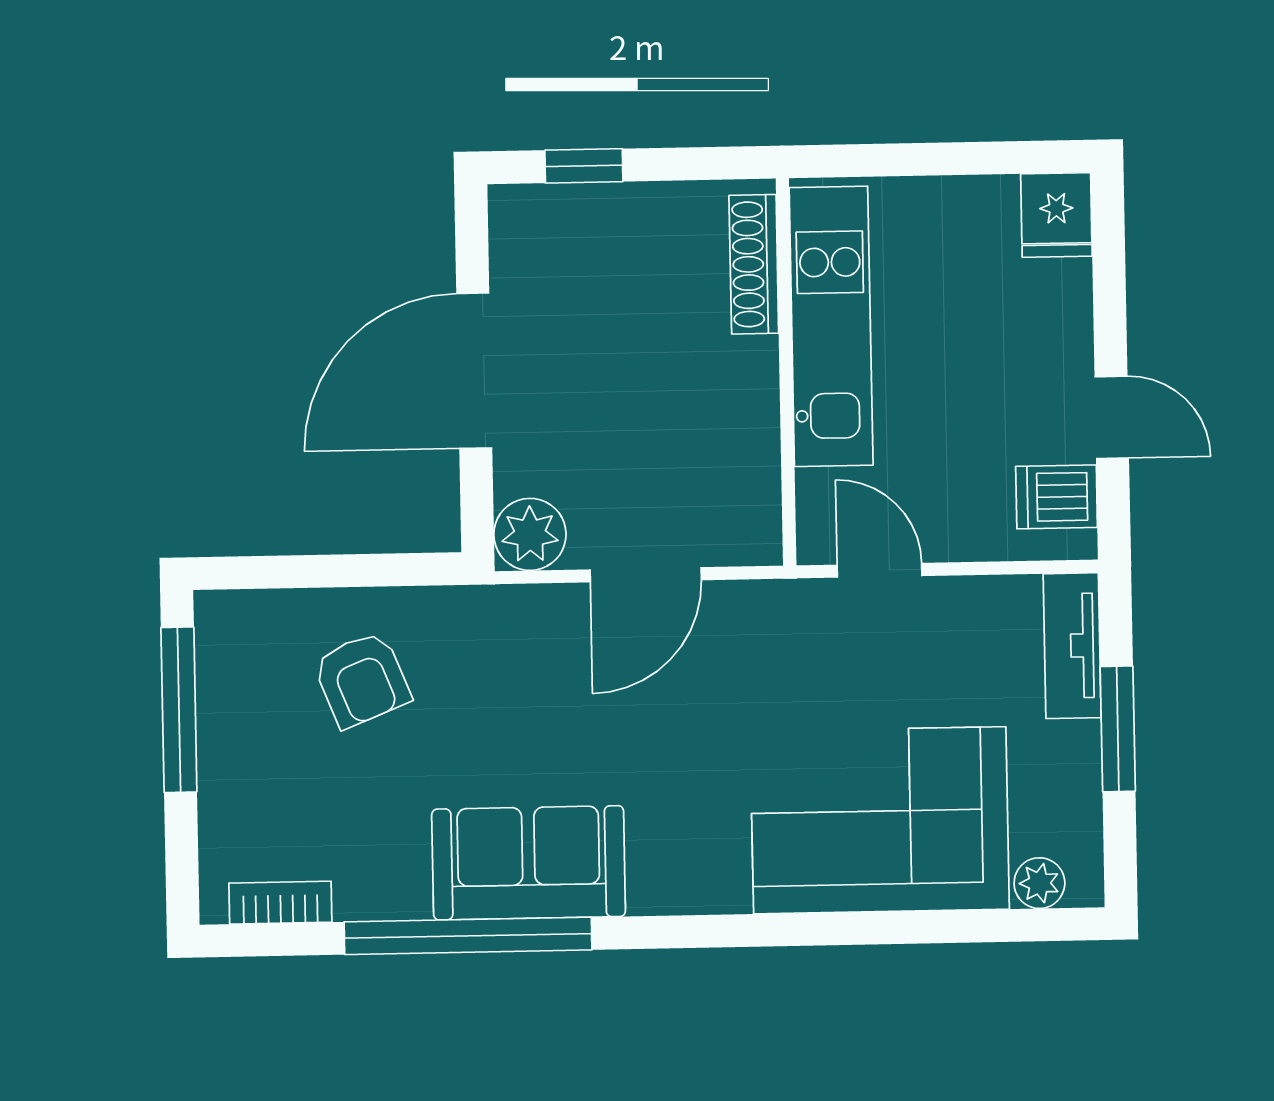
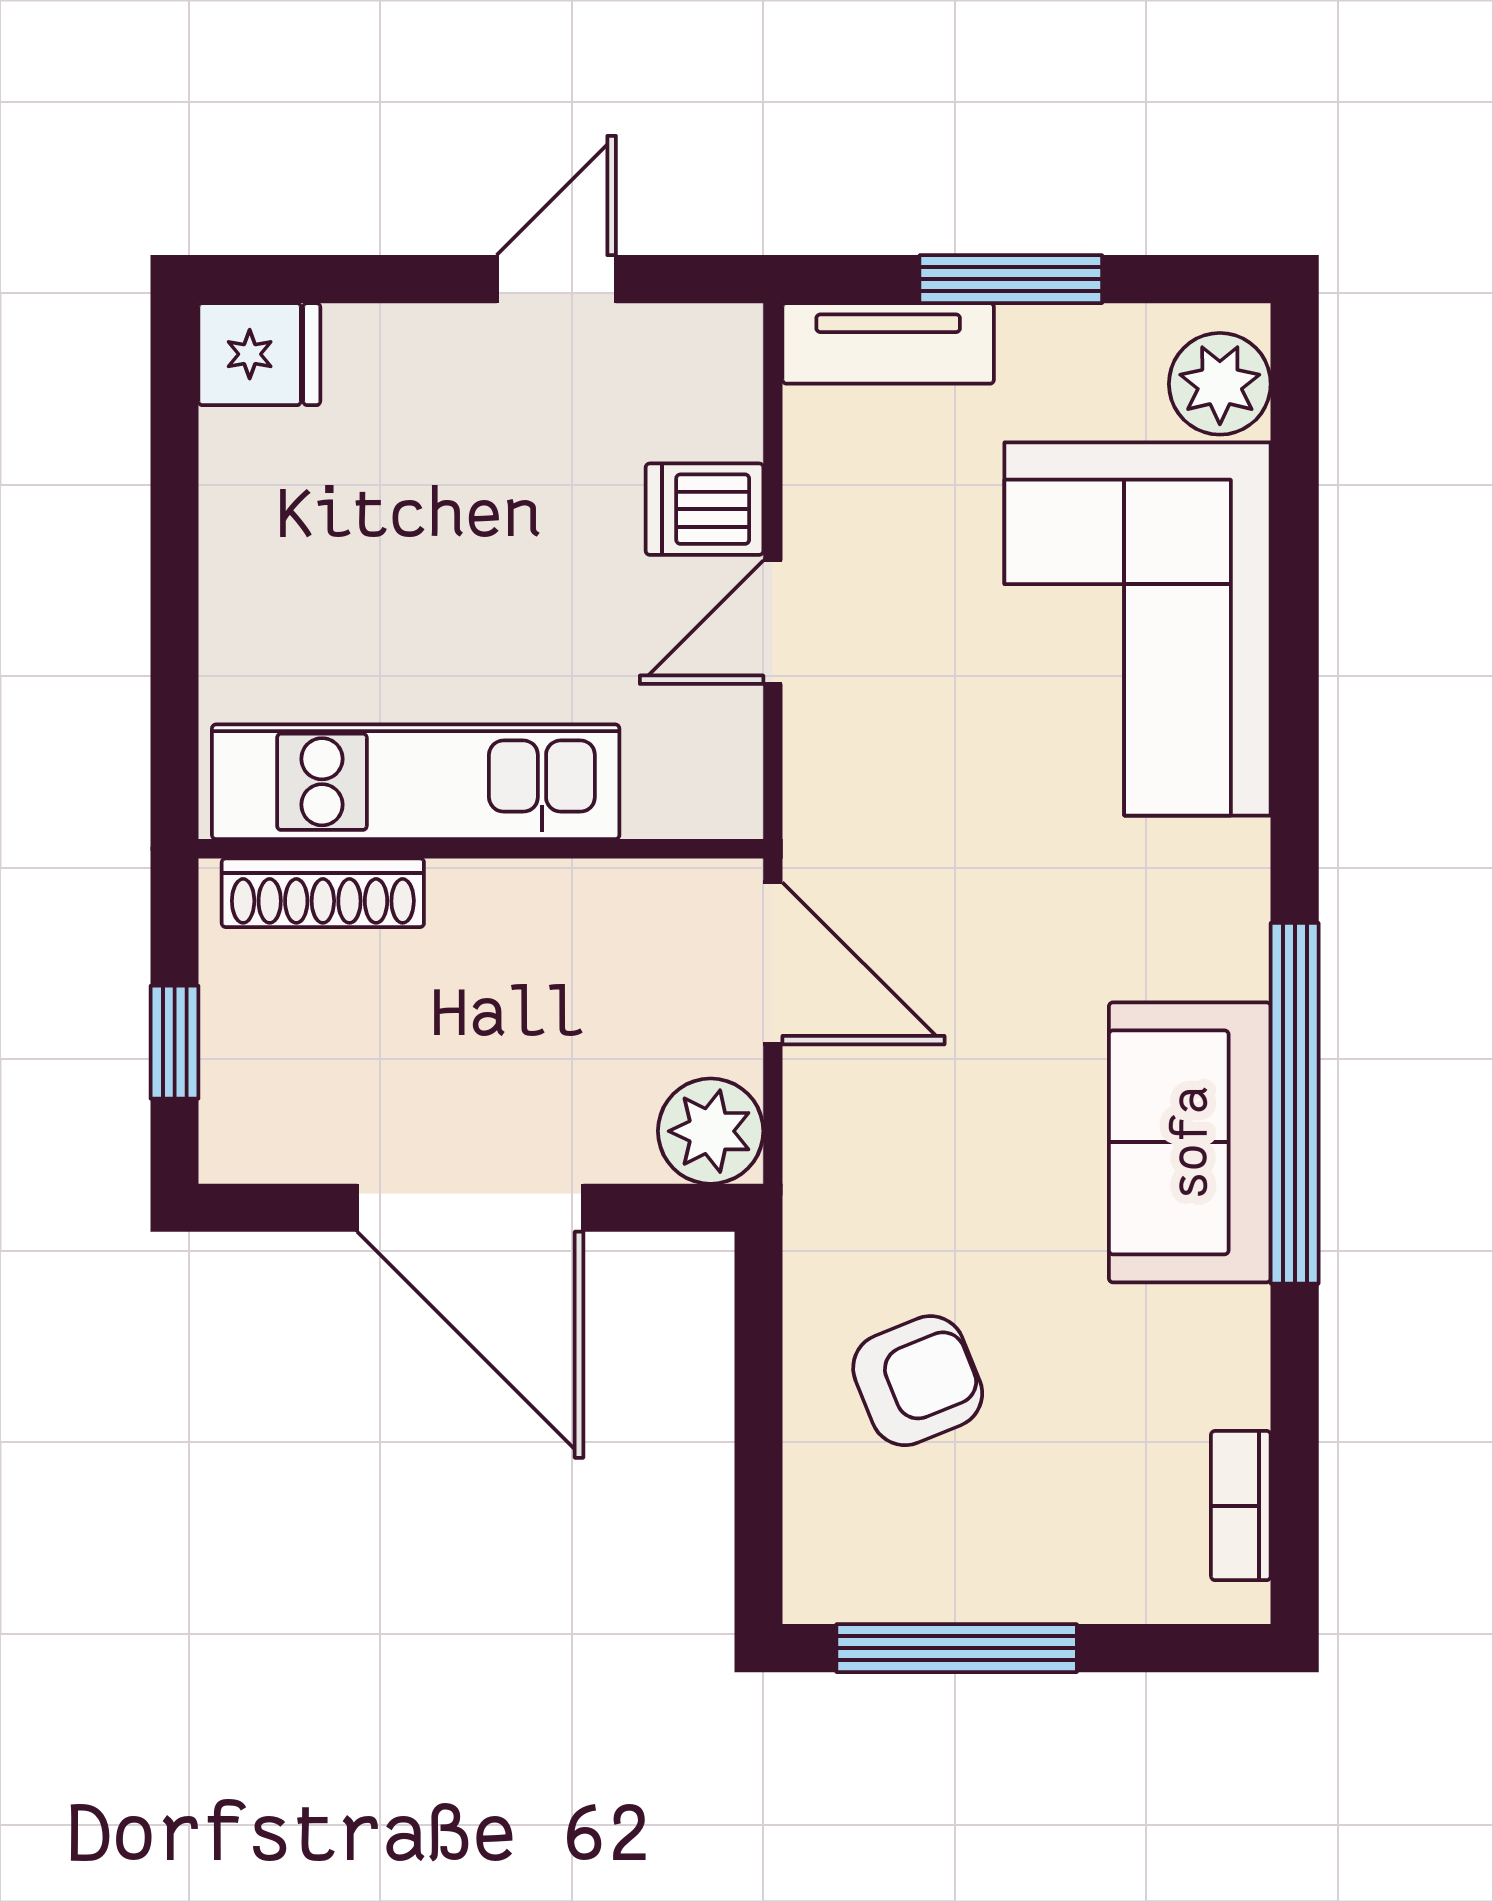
shoe rack: (754, 264) -> (323, 893), moved
kitchen unit: (831, 326) -> (416, 782), moved
wall: (786, 372) -> (481, 849), moved
dishwasher: (1057, 497) -> (704, 509), moved, turned 90
plant: (1039, 883) -> (1220, 384), width x1.38, depth x1.38
window: (468, 936) -> (1295, 1103), moved

